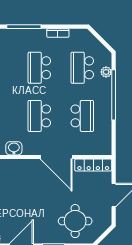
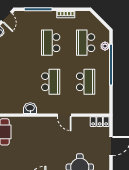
school desk: (39, 116) -> (51, 82), turned 180
door: (56, 157) -> (64, 115), width x0.53
locker: (93, 165) -> (100, 122), width x0.66

